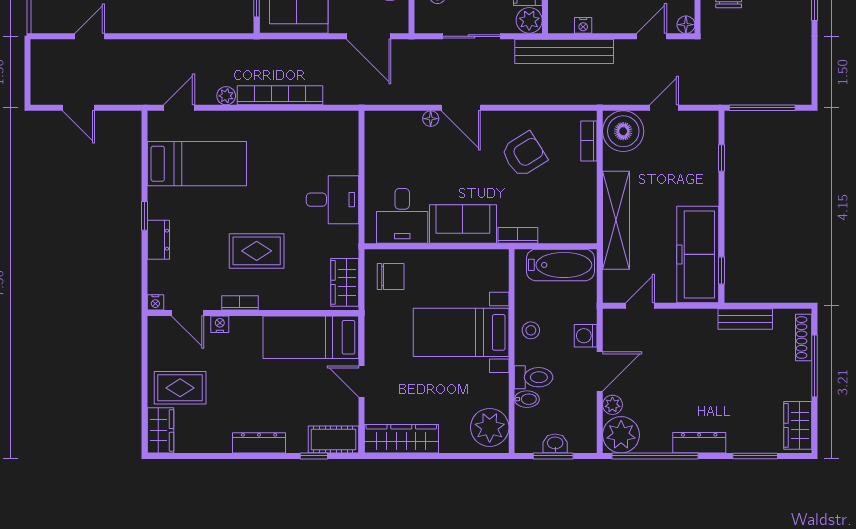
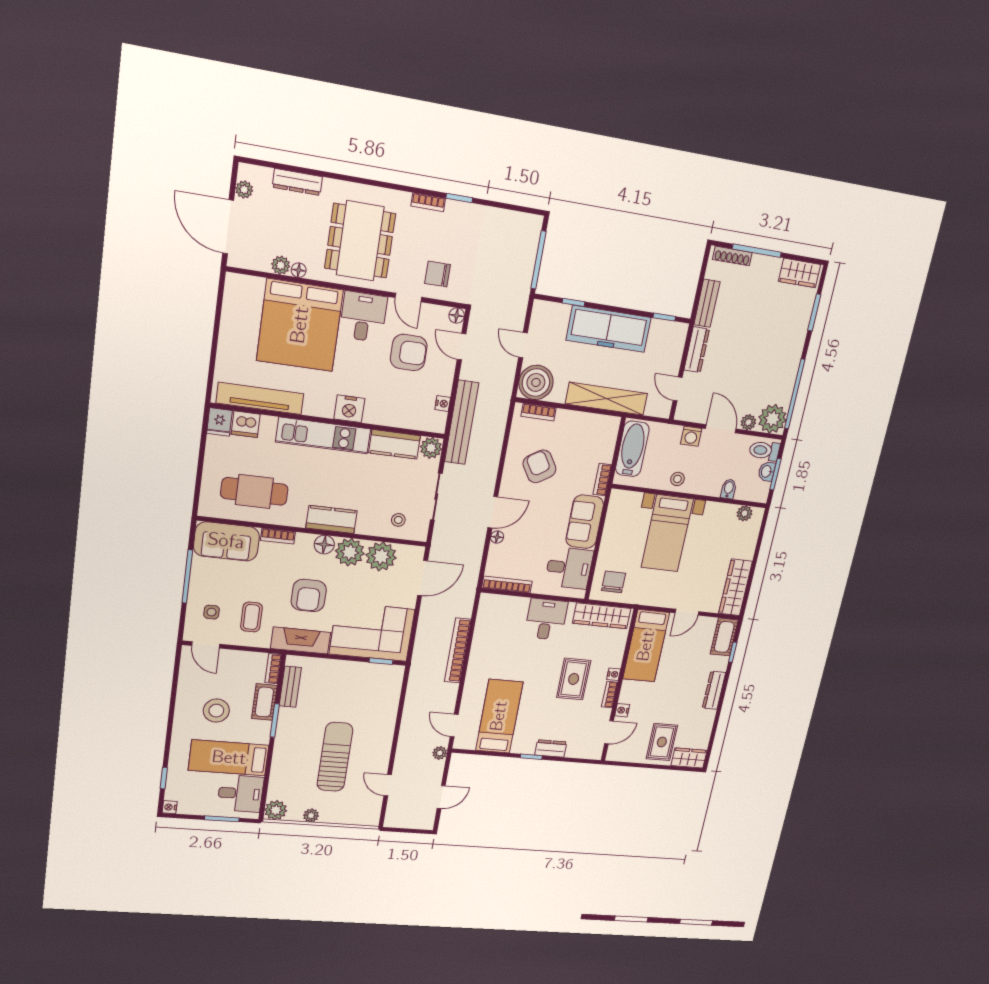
plant: (226, 96) -> (440, 753), moved
bookcase: (372, 142) -> (507, 584), added
freezer: (698, 254) -> (609, 329), moved
wardrobe: (345, 282) -> (602, 616), width x1.50
nightstand: (155, 302) -> (614, 674), moved
toilet: (534, 377) -> (764, 451), moved, turned -90
plant: (490, 427) -> (744, 513), width x0.53, depth x0.53
dresser: (699, 443) -> (697, 350), moved, turned 180

